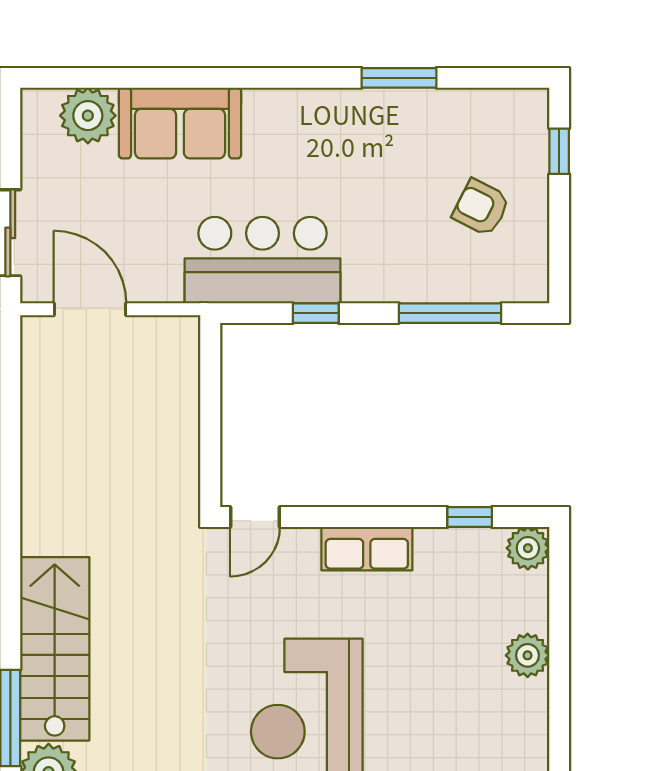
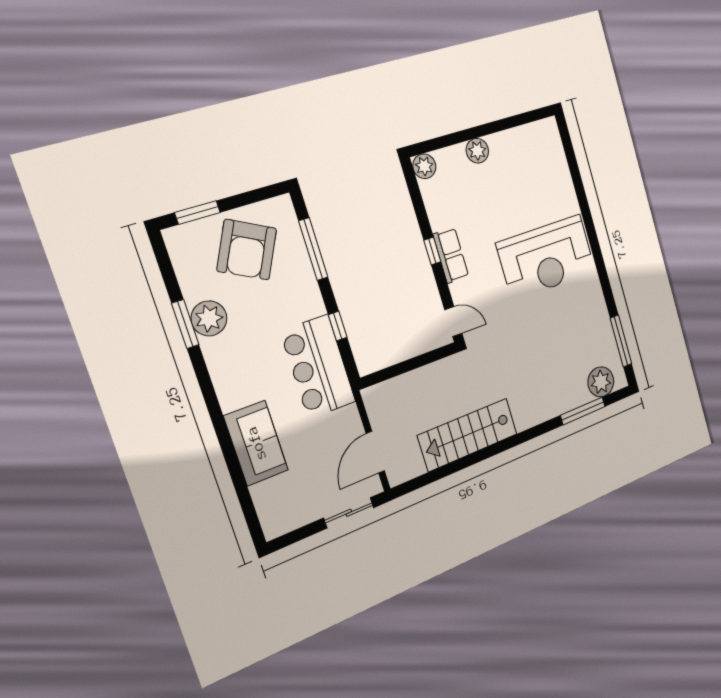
plant: (88, 116) -> (209, 318), moved
window: (559, 151) -> (197, 212), width x1.50
armchair: (481, 207) -> (247, 250), width x1.88, depth x1.88
window: (470, 517) -> (432, 251), moved
stairs: (55, 649) -> (468, 435), moved

